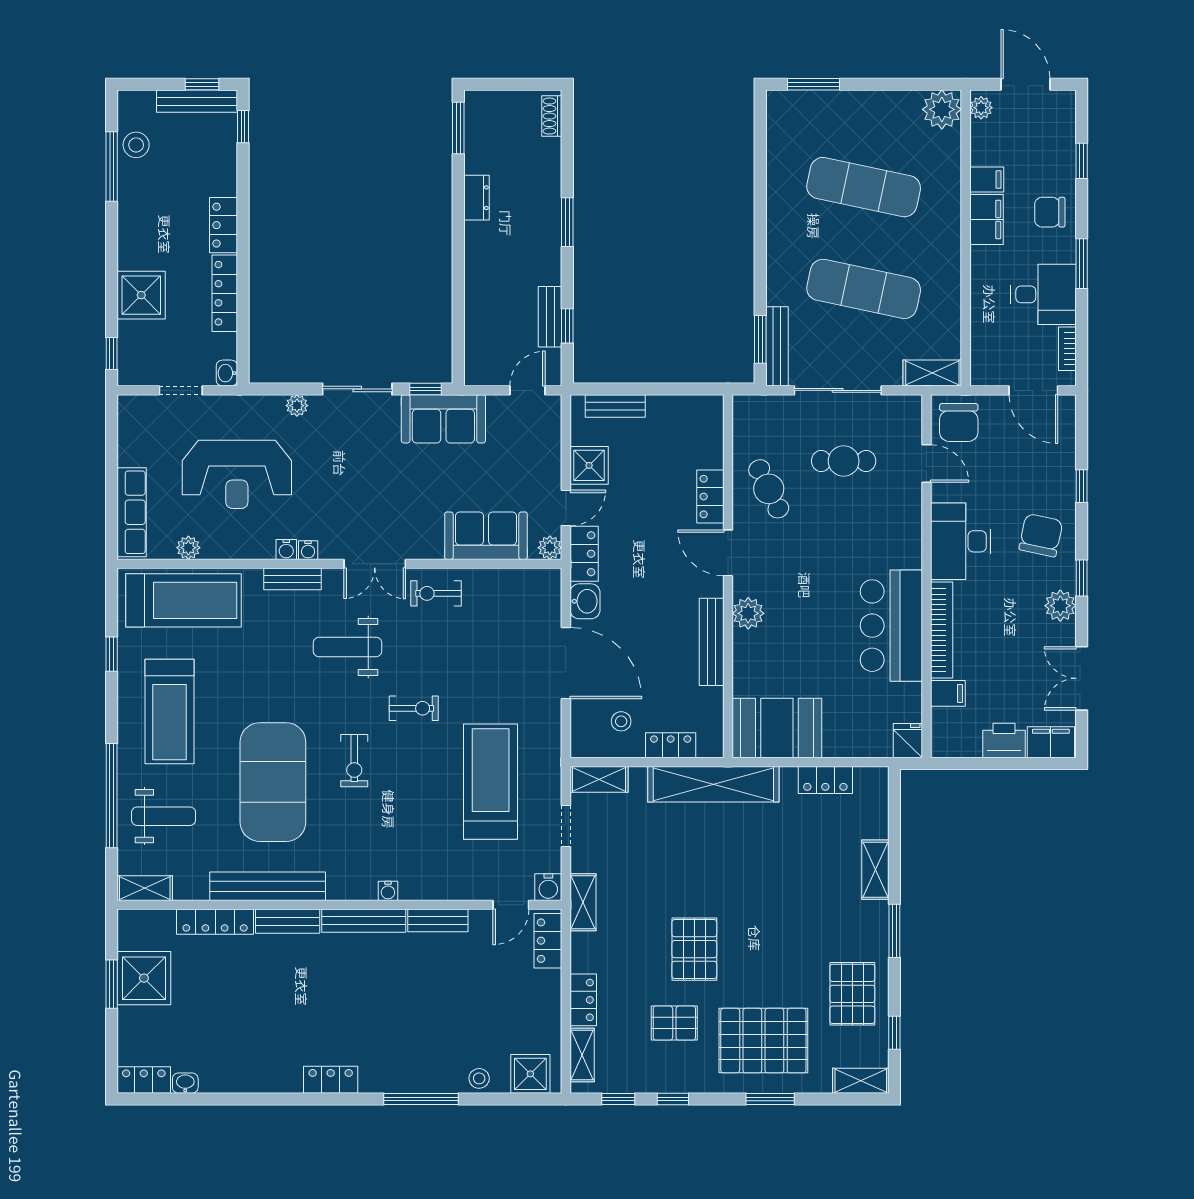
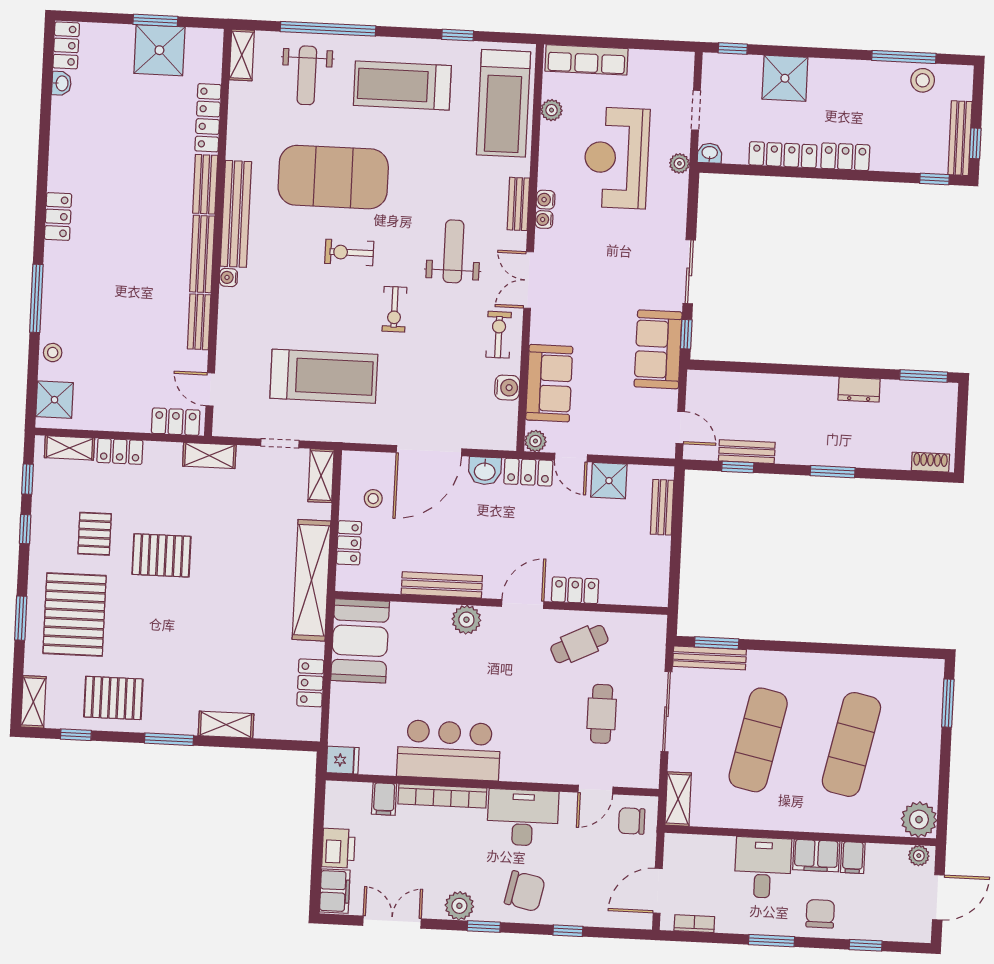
desk: (1043, 294) -> (763, 868), moved, turned 180
plant: (297, 406) -> (679, 163), moved
chair: (959, 422) -> (632, 821), width x0.73, depth x0.73
bench: (268, 886) -> (236, 214), moved
water cooler: (548, 887) -> (507, 388), moved, turned 180

